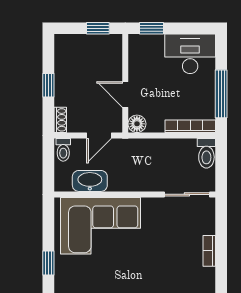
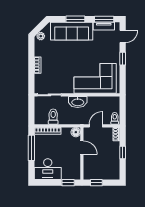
toilet: (206, 153) -> (53, 117), moved
washbasin: (90, 181) -> (78, 102), moved

